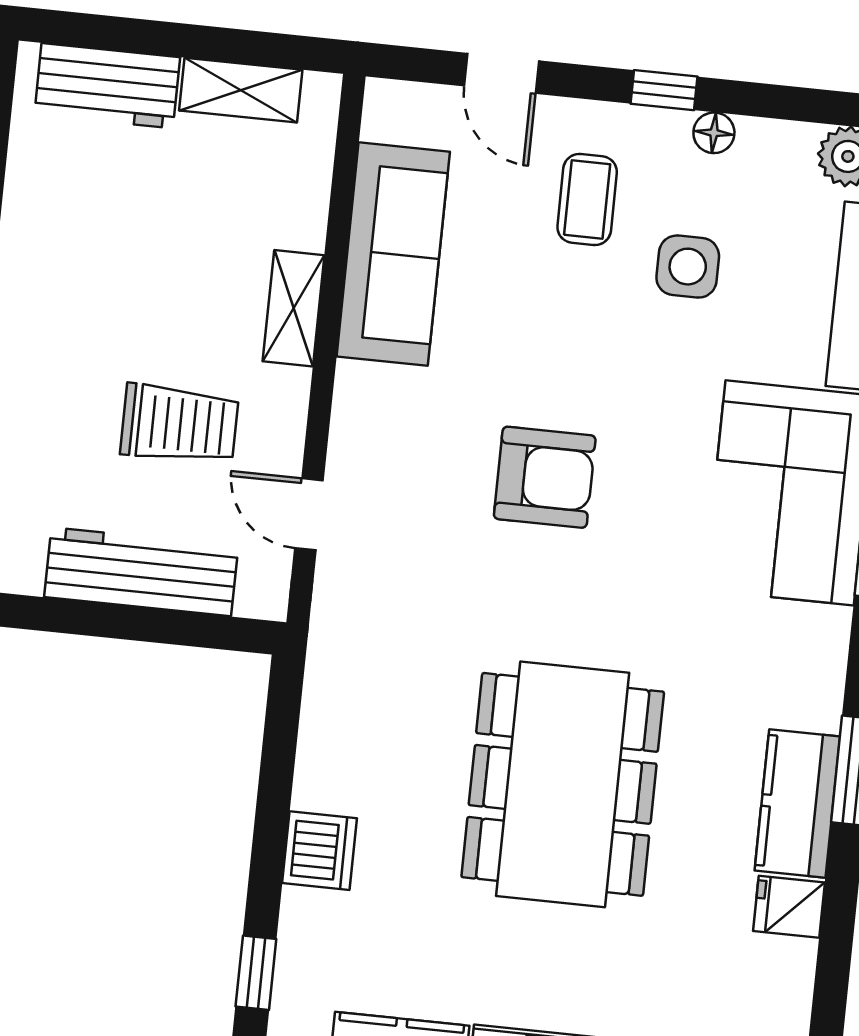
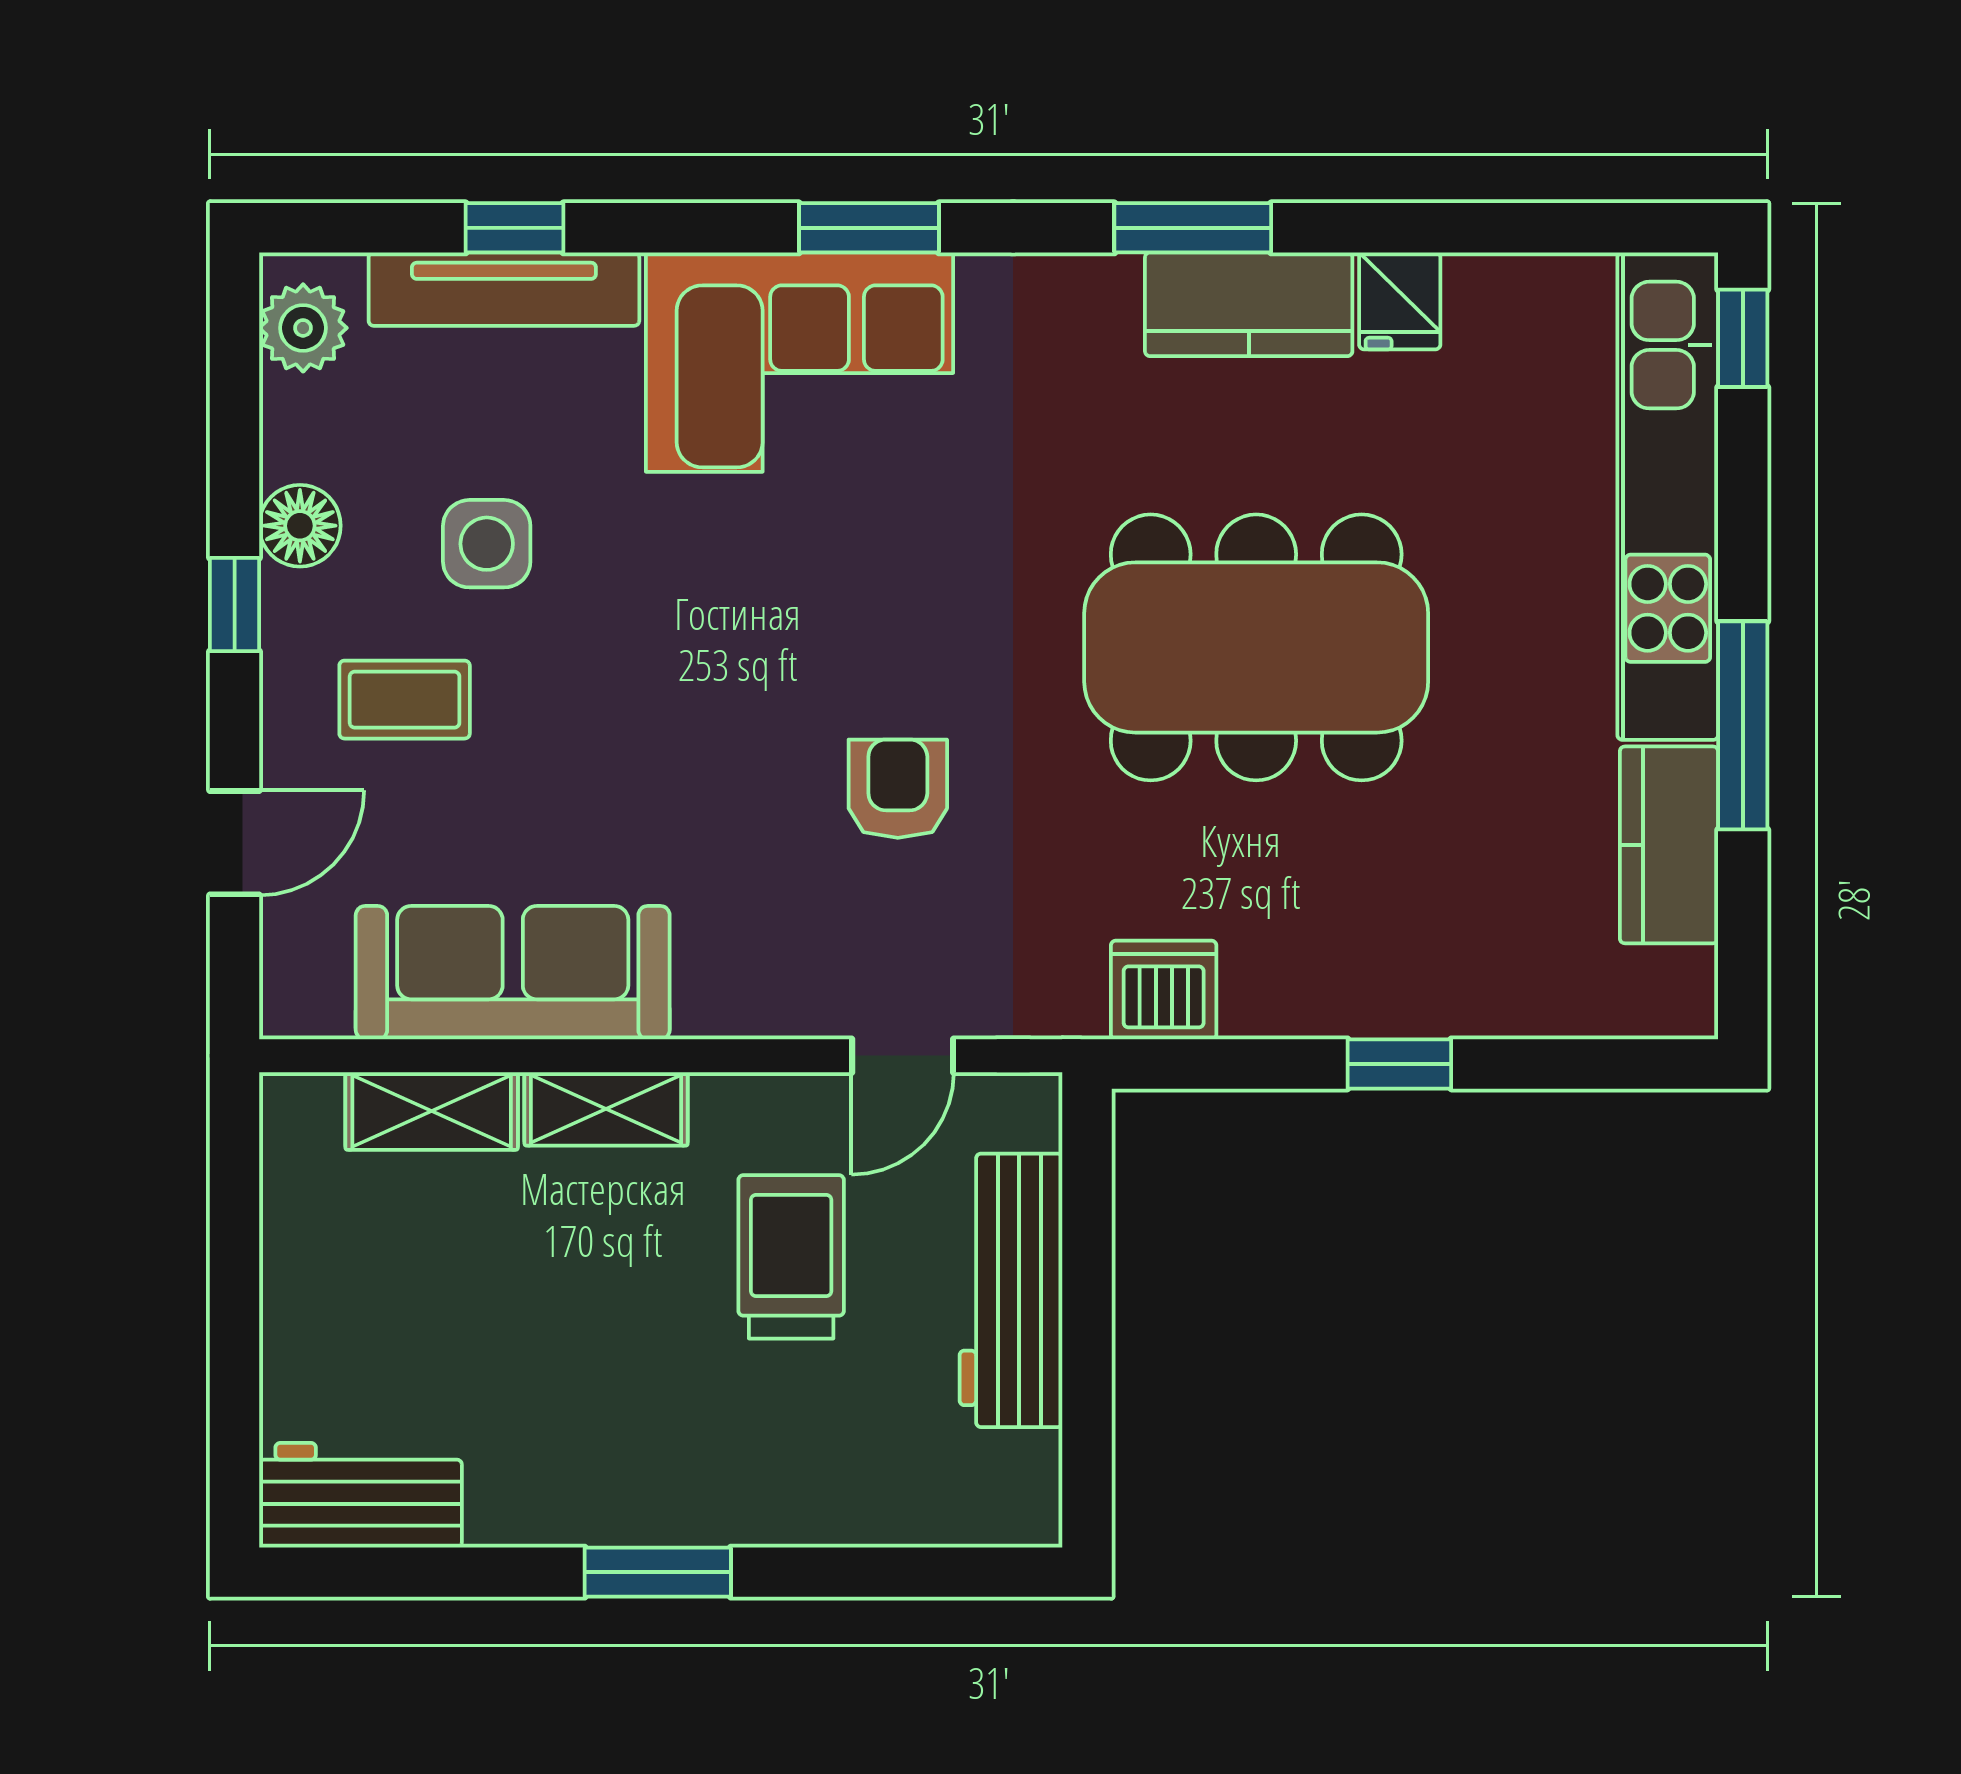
workbench: (107, 86) -> (360, 1495), moved, turned -90
shelving: (241, 90) -> (432, 1111), moved, turned 90
floor lamp: (714, 133) -> (300, 526), width x1.37, depth x1.37
armchair: (545, 477) -> (898, 789), moved, width x0.72, depth x0.72
dishwasher: (320, 851) -> (1164, 990), moved
window: (256, 973) -> (1399, 1064), moved

